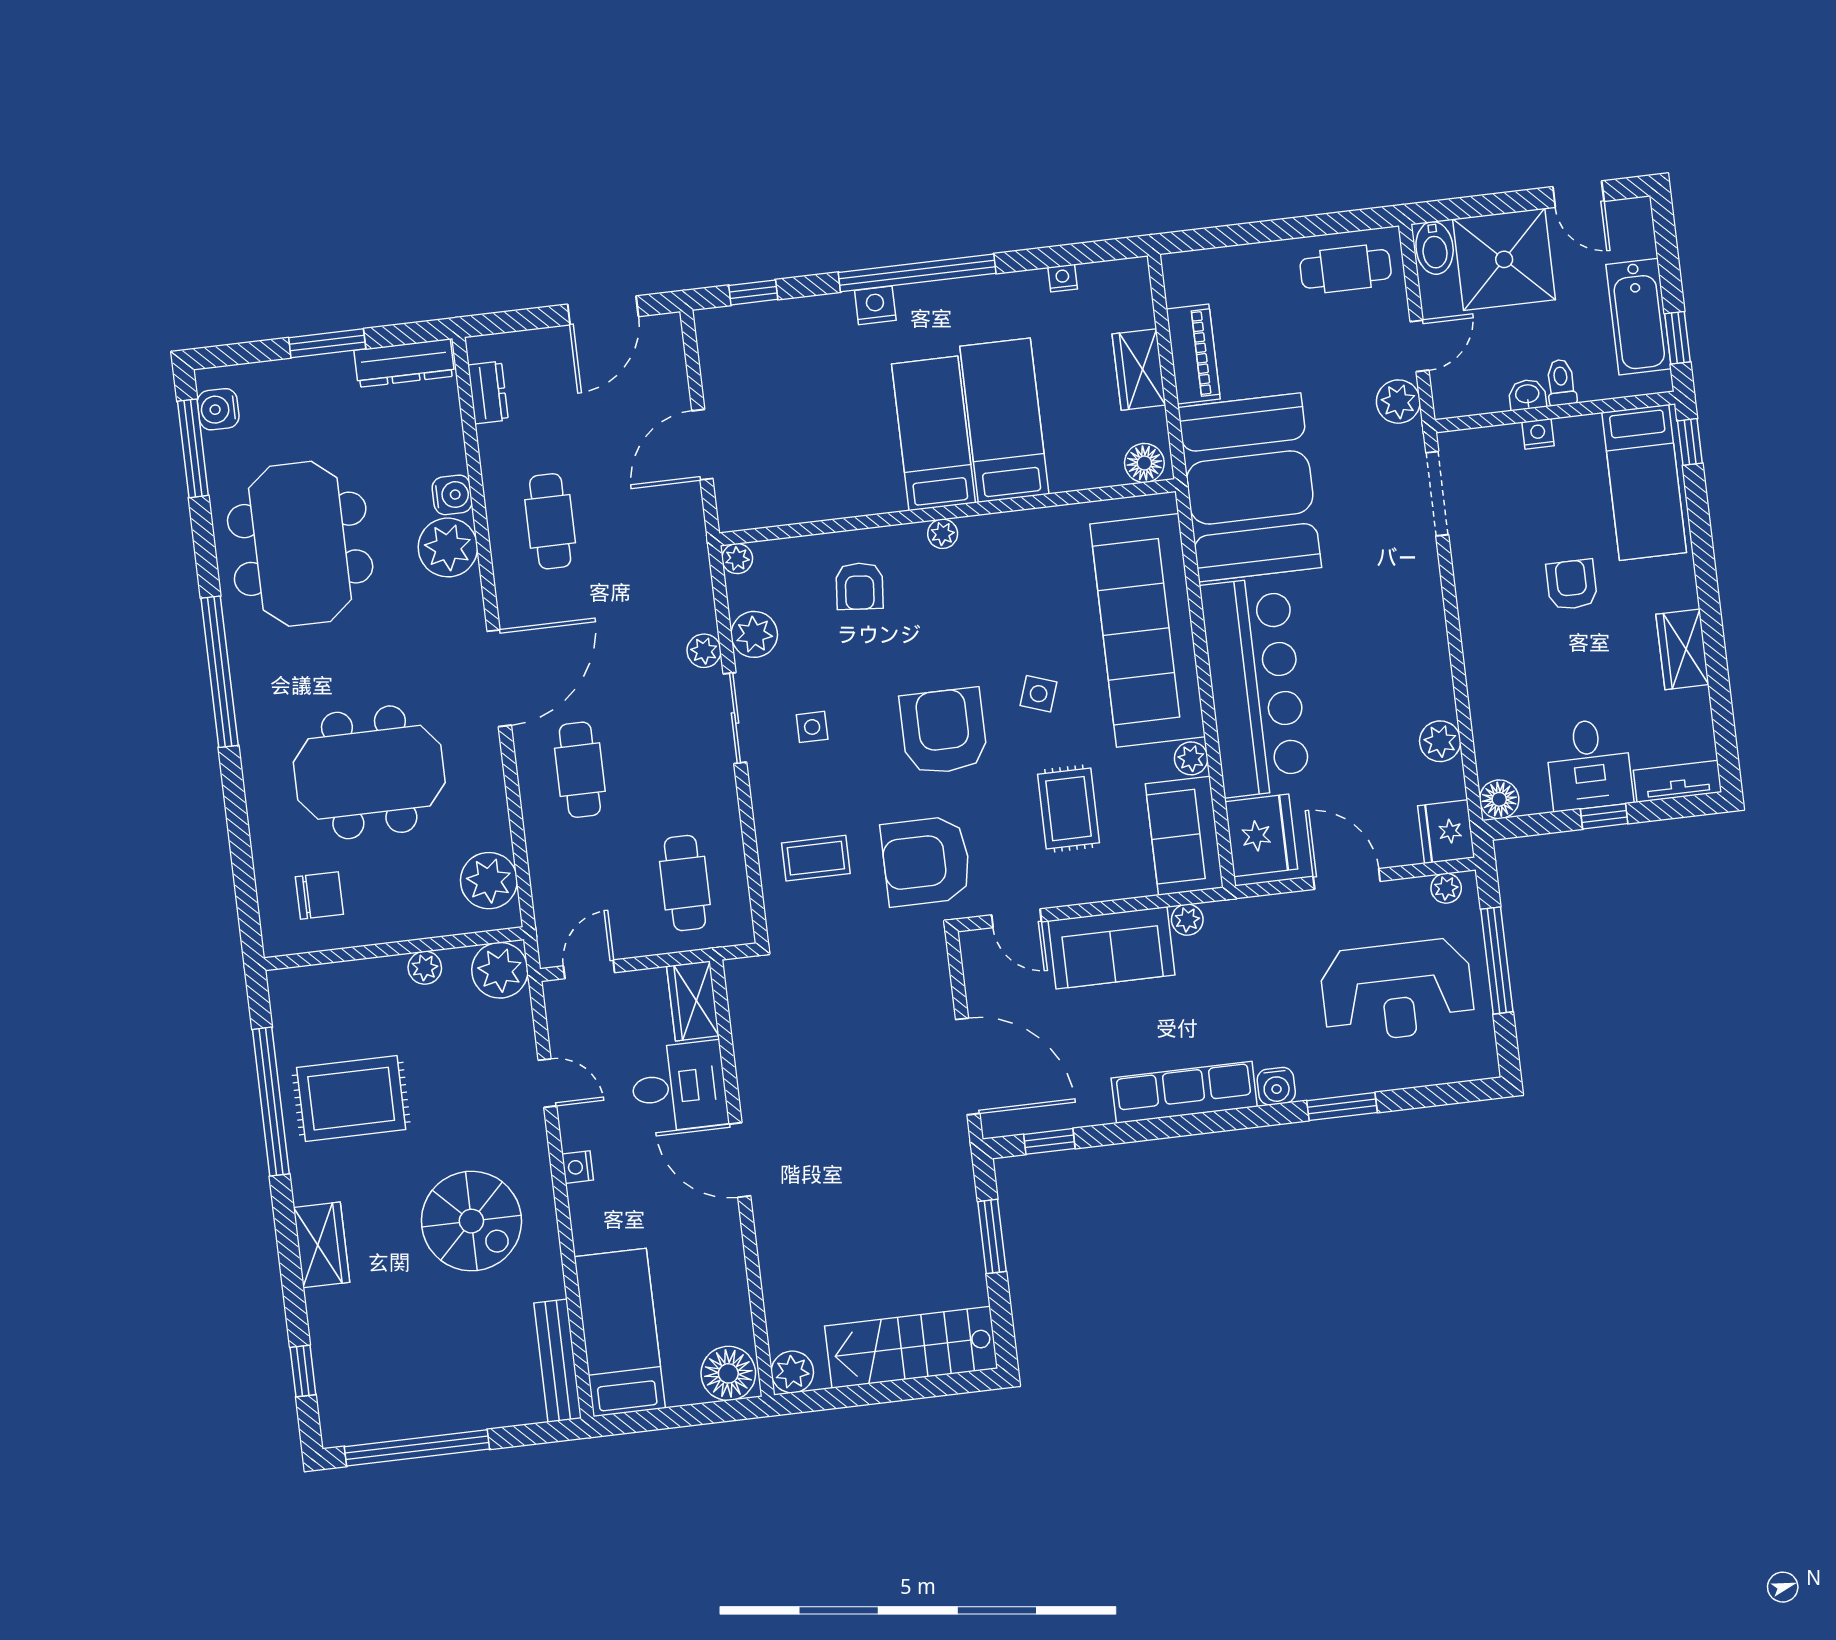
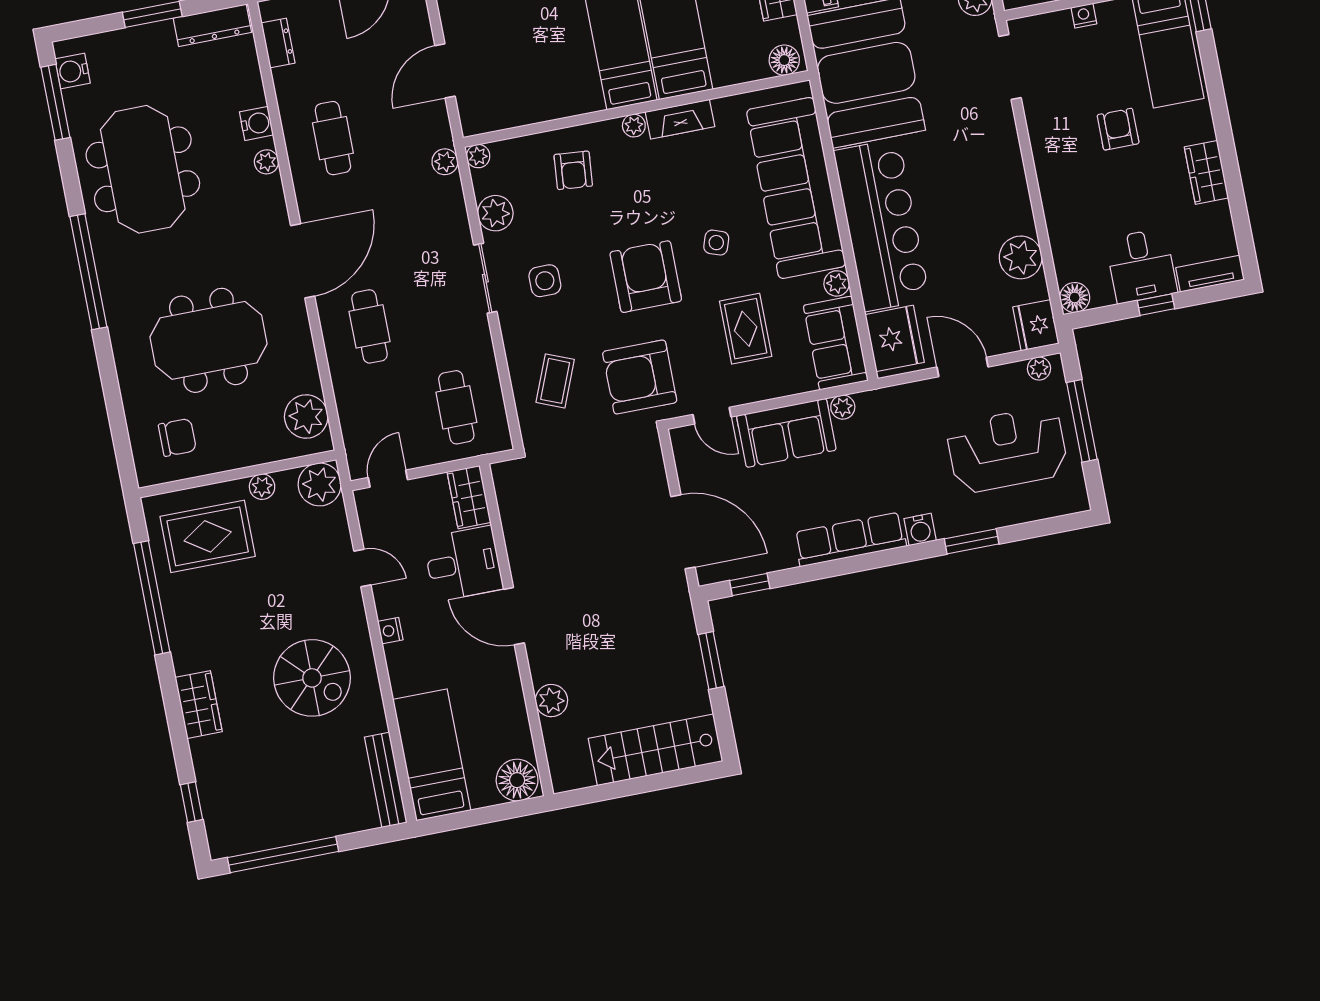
fireplace: (1003, 530) -> (680, 119), added
plant: (448, 547) -> (266, 162), width x0.53, depth x0.53
plant: (704, 651) -> (445, 162), moved
side table: (812, 727) -> (545, 281), width x1.37, depth x1.37
plant: (1440, 741) -> (1021, 257), width x1.36, depth x1.36
coffee table: (816, 858) -> (555, 381), turned -68
reception desk: (1397, 991) -> (1007, 450), turned 180
rug: (351, 1099) -> (208, 536), moved
plant: (792, 1372) -> (551, 701), moved

